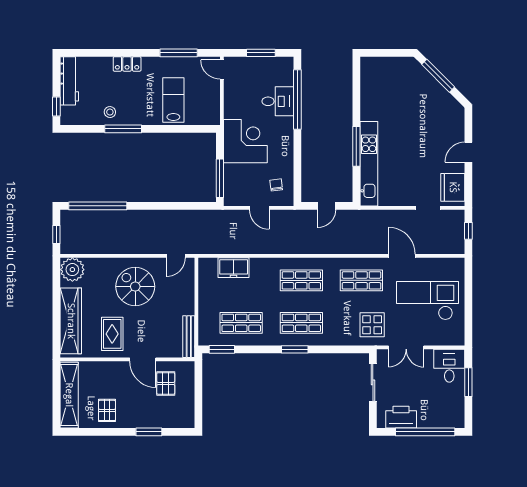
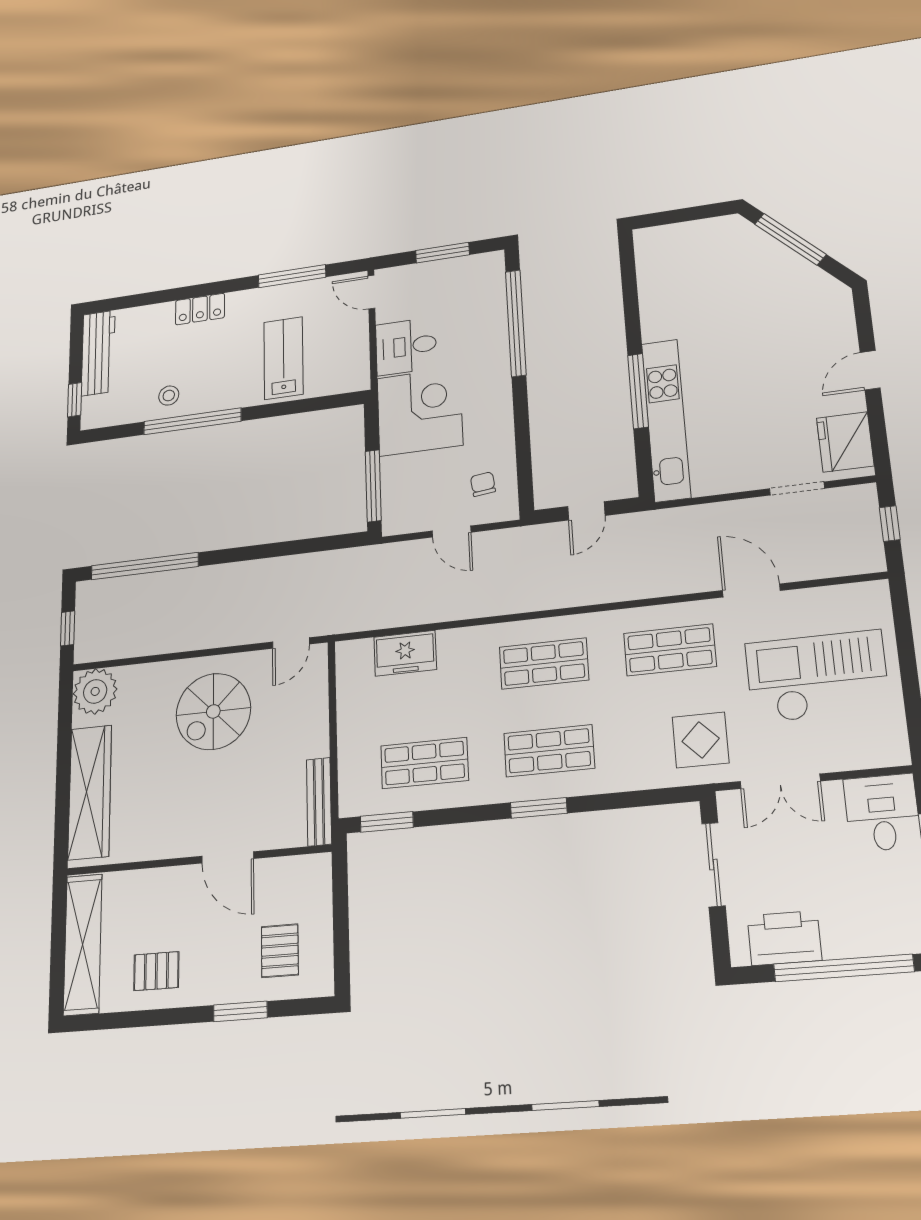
desk: (278, 101) -> (406, 346), moved, turned 180
window: (123, 129) -> (192, 421), width x1.46
spiral stairs: (135, 287) -> (213, 711), turned -90
rug: (112, 334) -> (168, 811), removed
pallet: (166, 383) -> (280, 951), moved
pallet: (107, 410) -> (156, 971), turned 90

